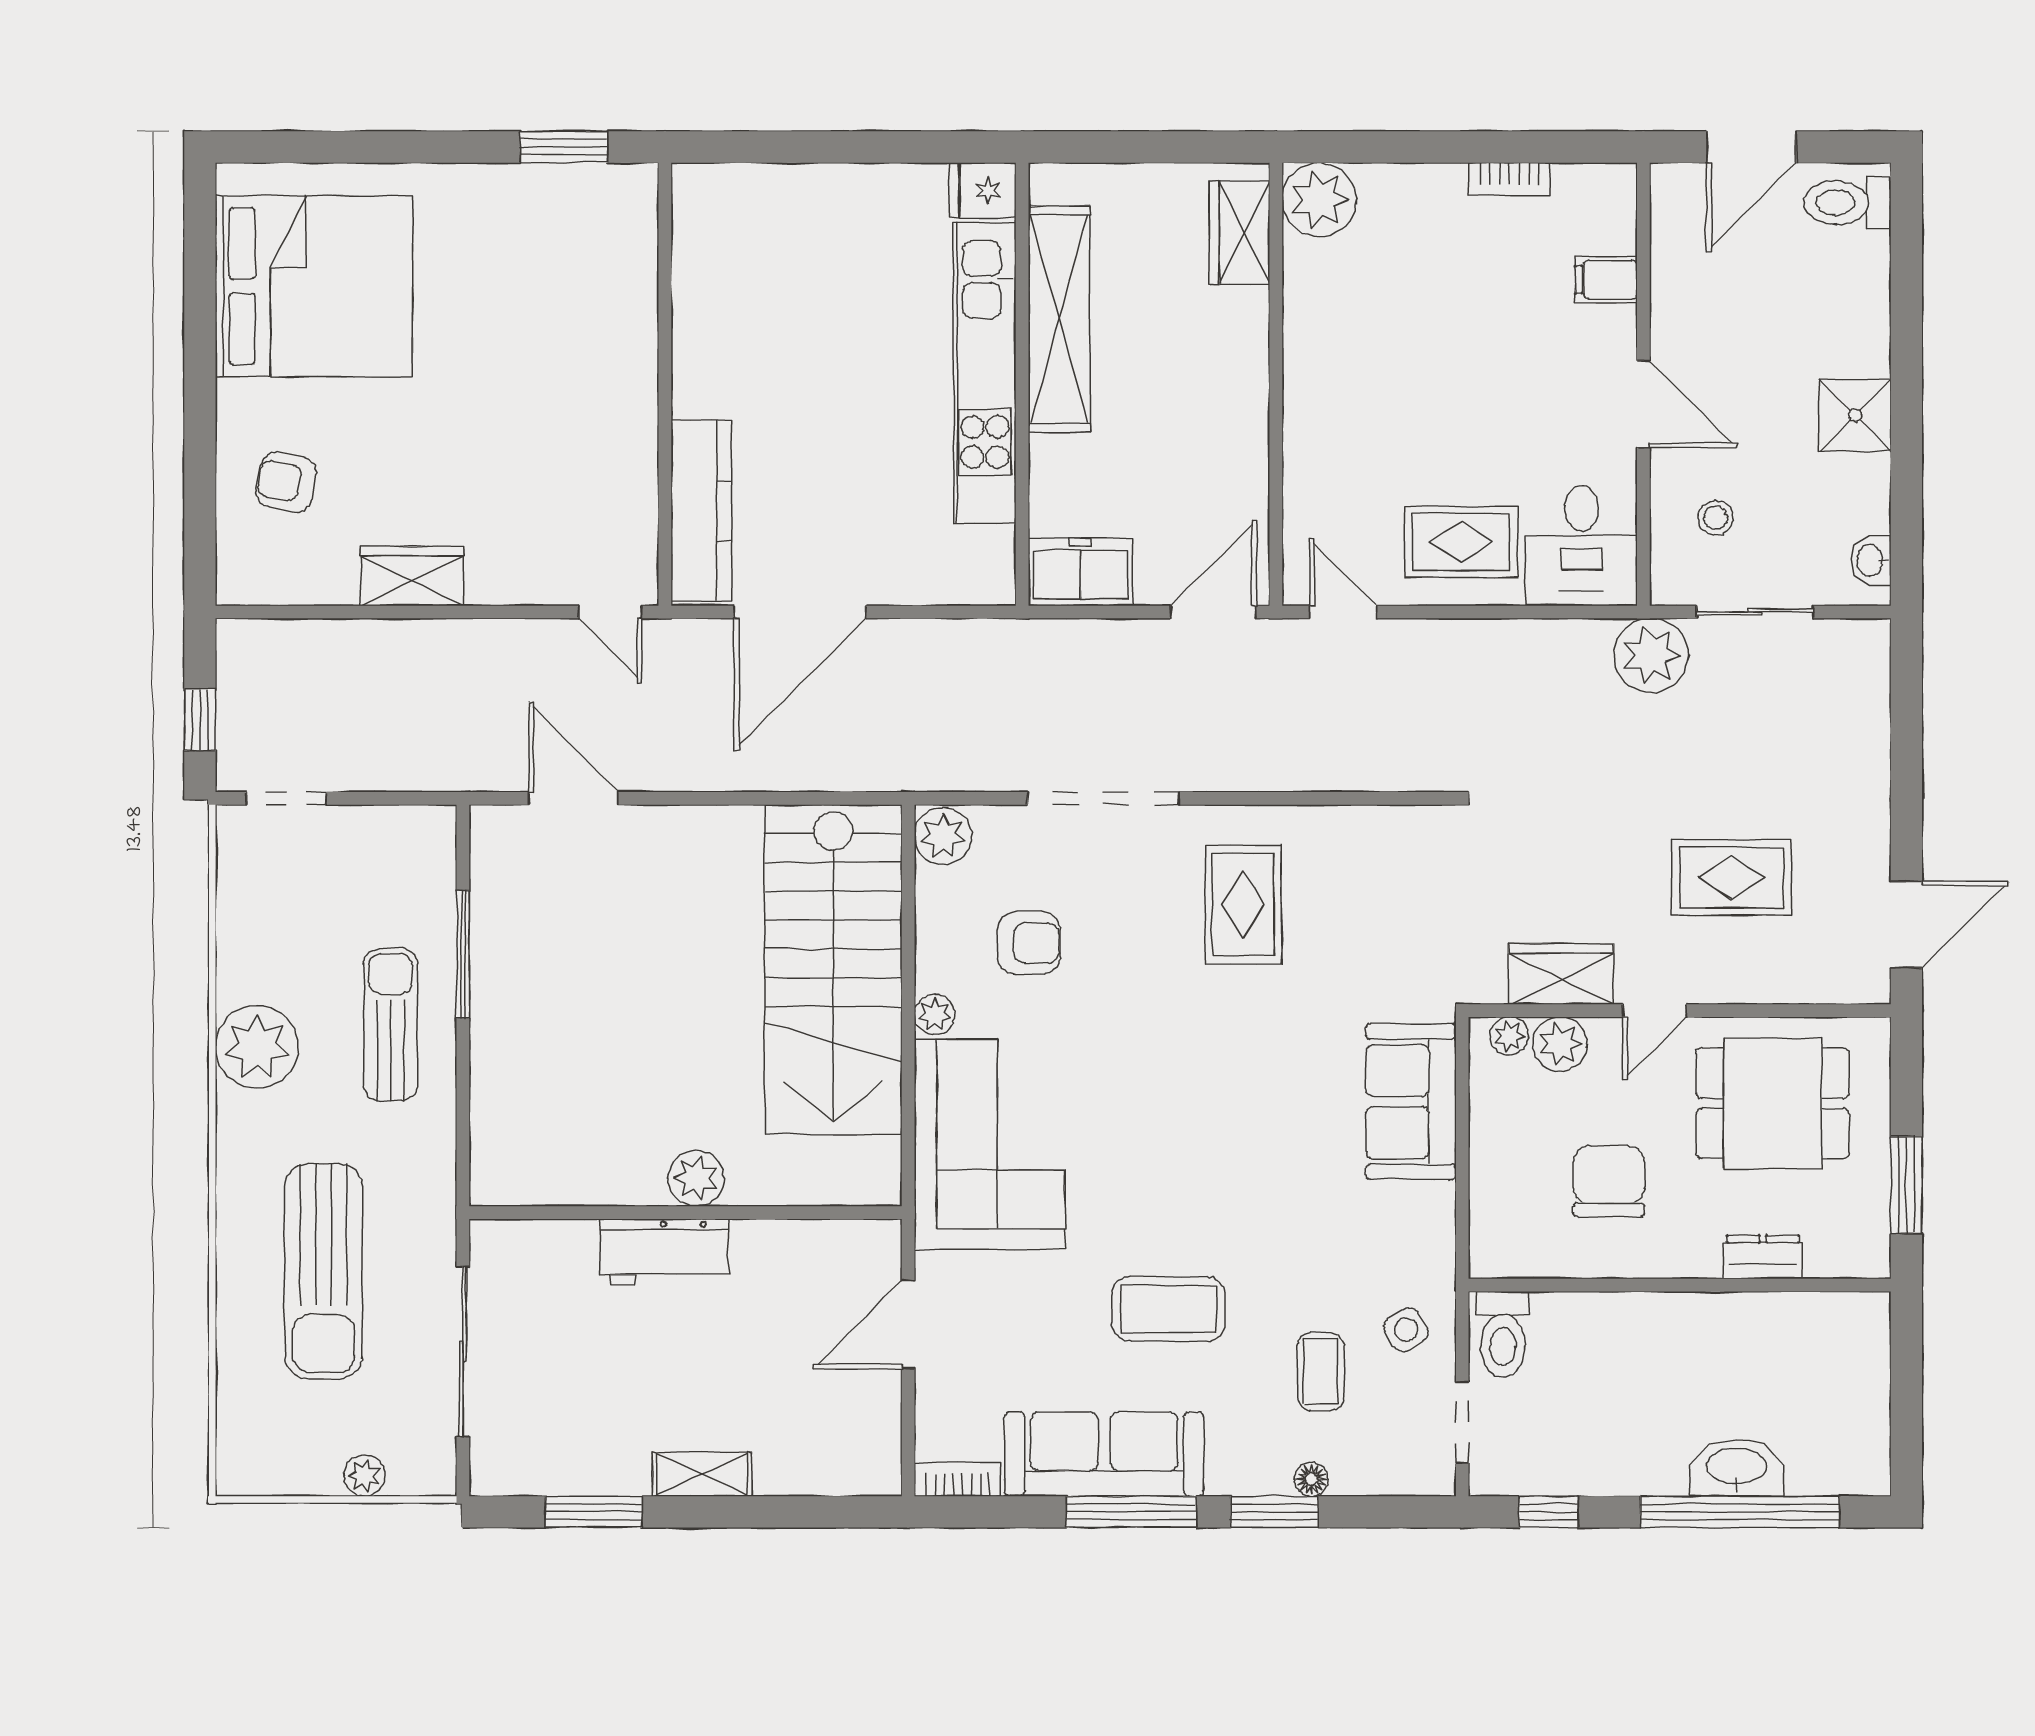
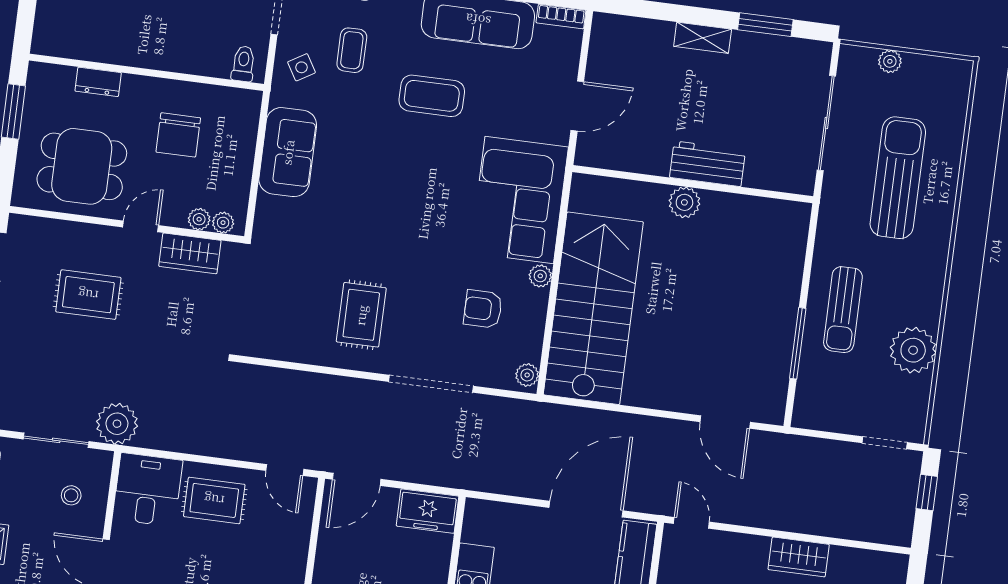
plant: (943, 836) -> (527, 375), width x0.73, depth x0.73
plant: (1560, 1044) -> (199, 219), width x0.73, depth x0.73
plant: (257, 1047) -> (913, 350), moved
sofa: (1411, 1102) -> (288, 152), moved
toilet: (1503, 1334) -> (243, 64), width x0.73, depth x0.72

